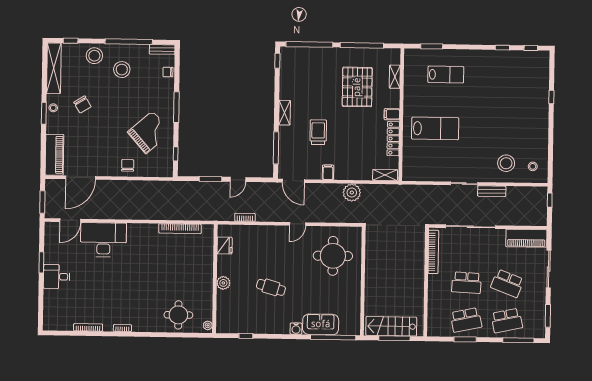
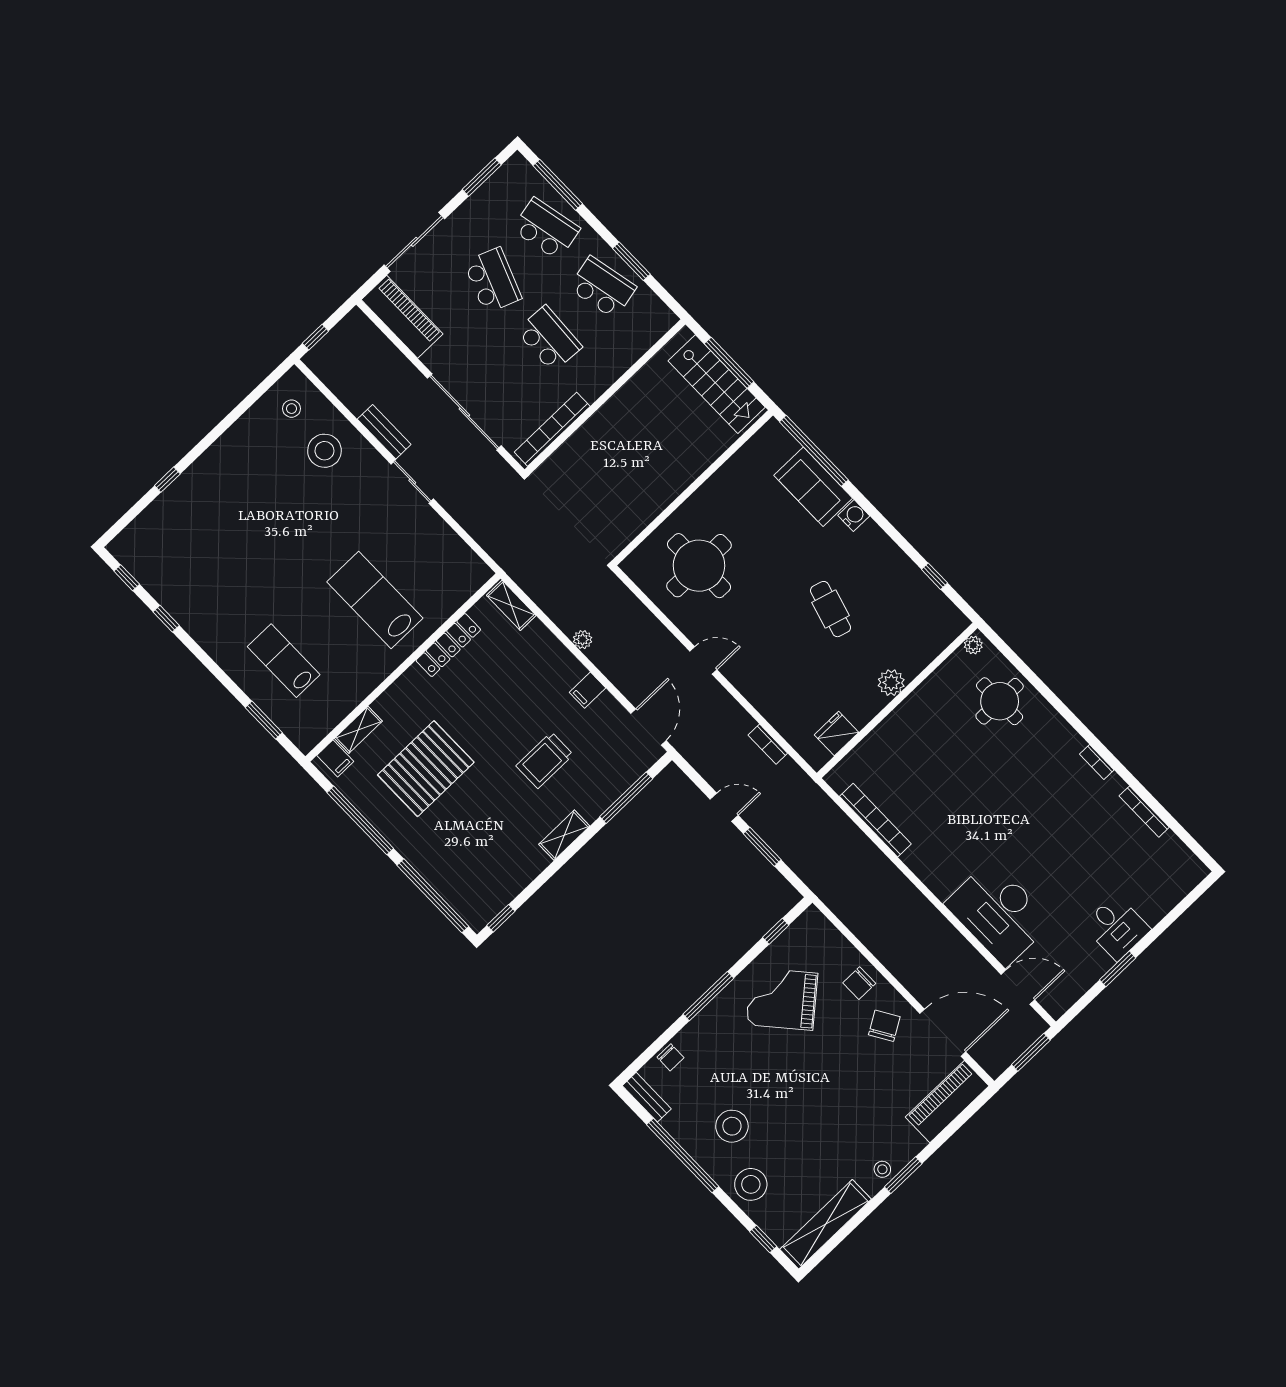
chair: (82, 104) -> (884, 1026), moved
filing cabinet: (392, 114) -> (335, 758), moved
plant: (352, 193) -> (583, 640), width x0.53, depth x0.53

